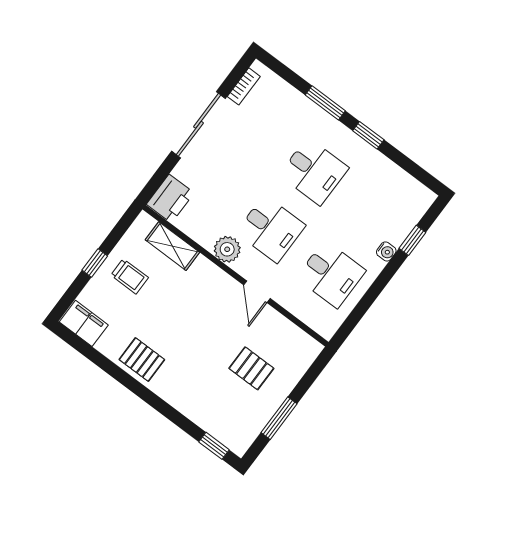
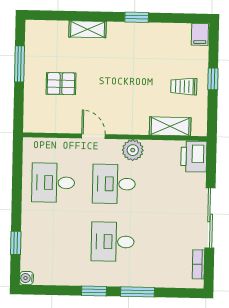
water cooler: (386, 251) -> (27, 278), moved
filing cabinet: (84, 323) -> (200, 34), width x0.50
pallet: (142, 360) -> (137, 38), removed
shelving: (185, 404) -> (88, 29), added
window: (214, 446) -> (137, 17), moved

